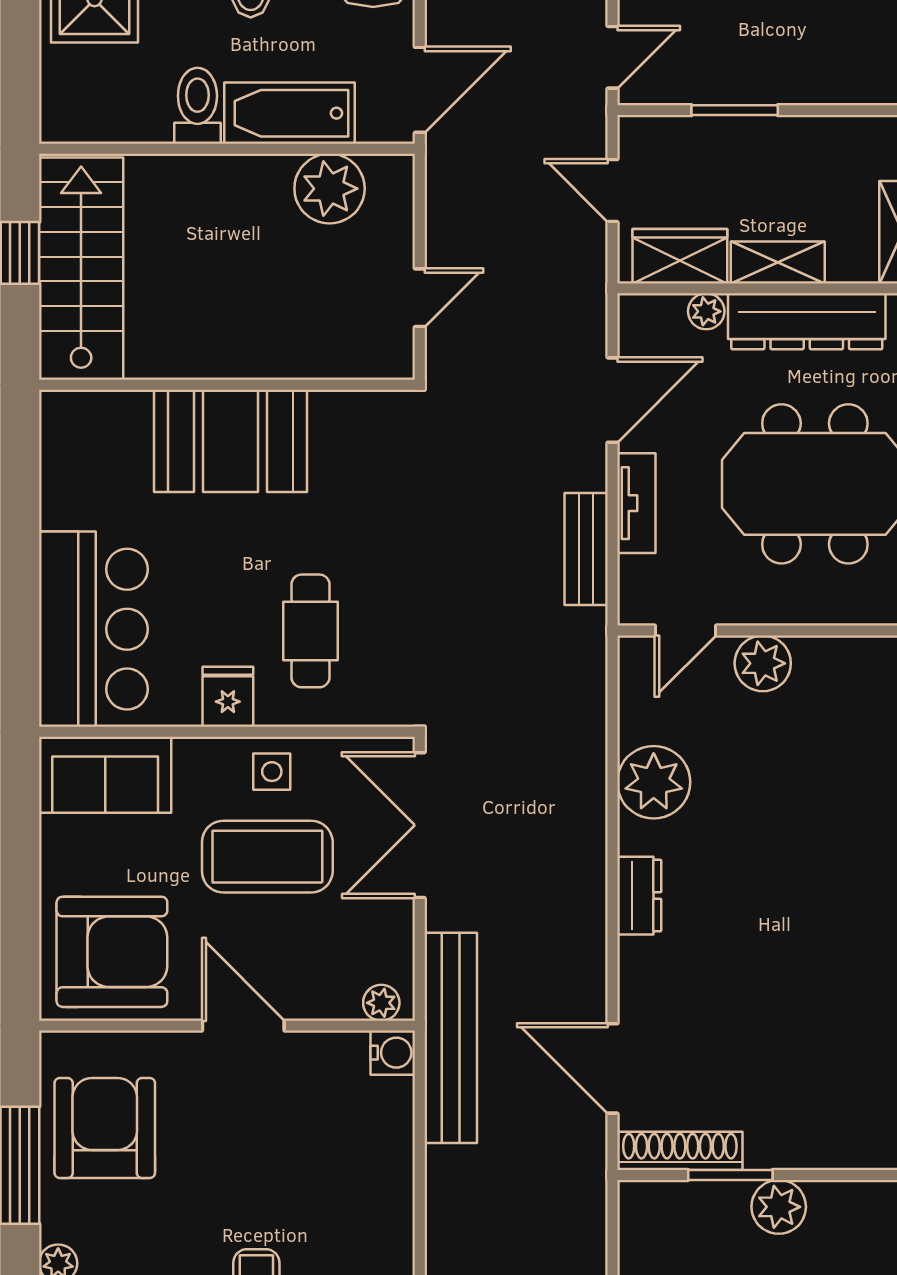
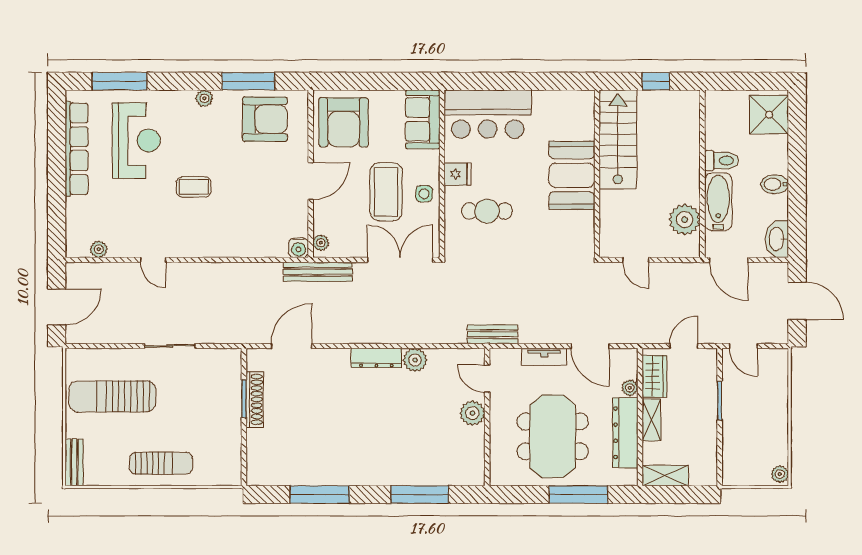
stairs: (81, 269) -> (618, 140), moved, turned -90
bench: (586, 549) -> (493, 334), moved
plant: (654, 782) -> (415, 360), width x0.73, depth x0.73
dresser: (639, 896) -> (376, 358), width x1.44
bench: (451, 1038) -> (318, 272), width x0.73, depth x0.82
shoe rack: (680, 1151) -> (255, 399), moved
plant: (779, 1207) -> (230, 420), removed

